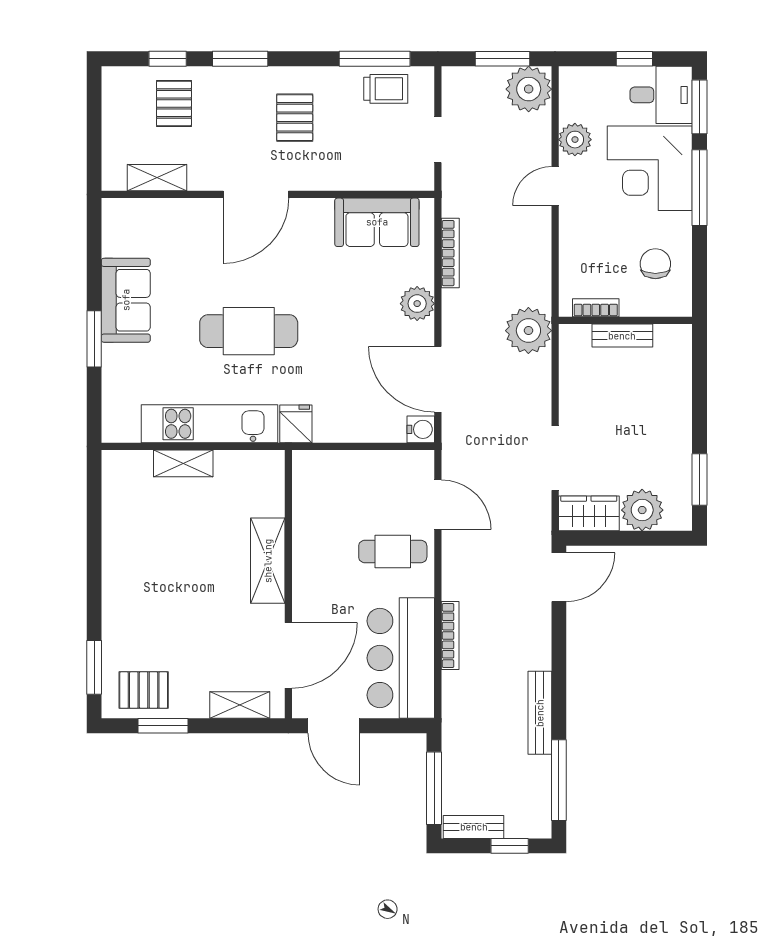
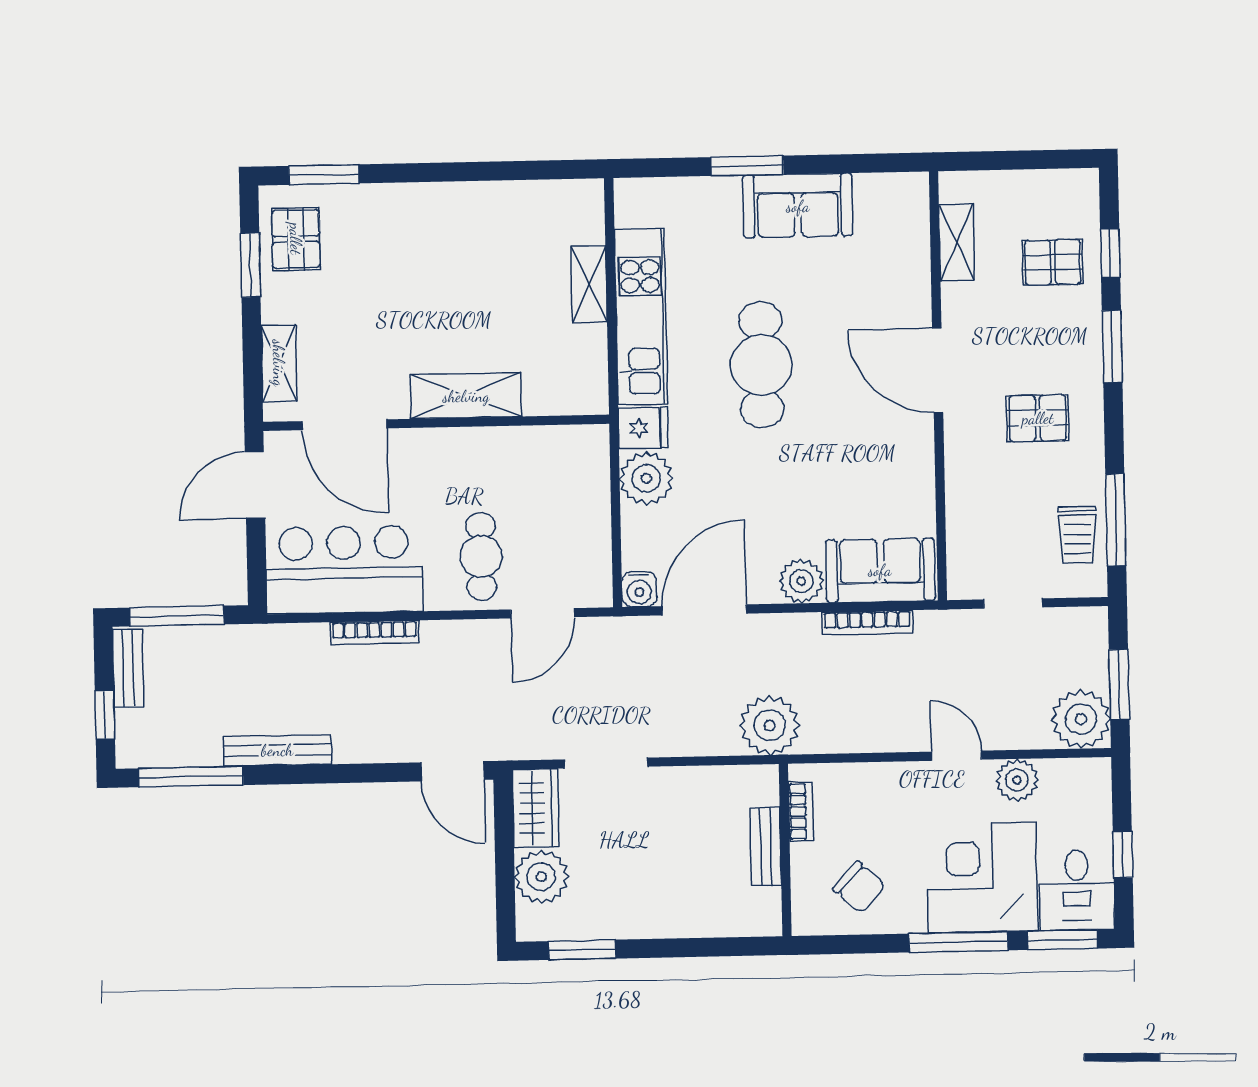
sofa: (377, 222) -> (880, 570), moved, turned 90
chair: (655, 264) -> (859, 887), turned 42
plant: (335, 422) -> (646, 478), added

